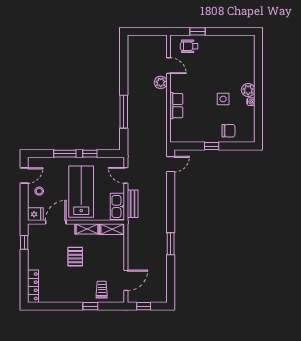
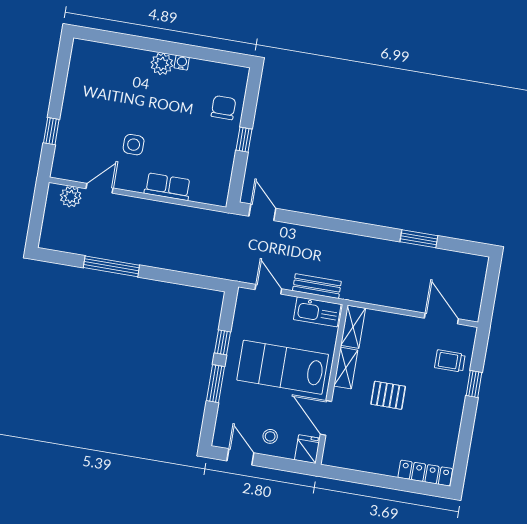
wheelchair: (189, 46) -> (73, 149), removed
plant: (161, 82) -> (71, 197), moved
side table: (223, 99) -> (134, 145), moved
window: (124, 112) -> (111, 266), moved
door: (126, 175) -> (268, 289), swing flipped
window: (24, 242) -> (350, 476), removed
window: (171, 244) -> (419, 239), moved
window: (144, 306) -> (489, 296), removed

